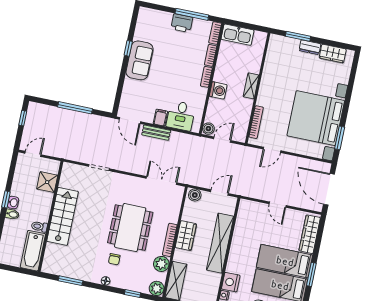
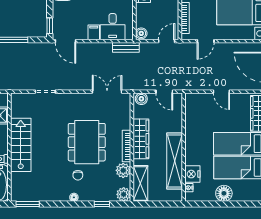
window: (117, 102) -> (50, 26), added
bench: (156, 133) -> (126, 47), moved
door: (222, 140) -> (167, 41), moved
door: (220, 193) -> (164, 92), swing flipped
wardrobe: (186, 236) -> (141, 139), width x1.50
shelving: (220, 243) -> (175, 161), moved
window: (71, 281) -> (28, 204), moved

